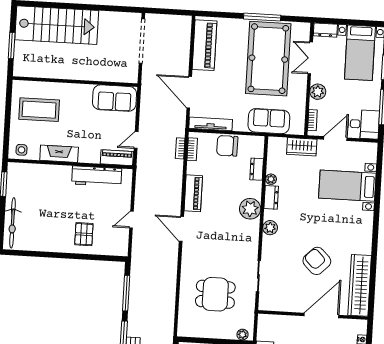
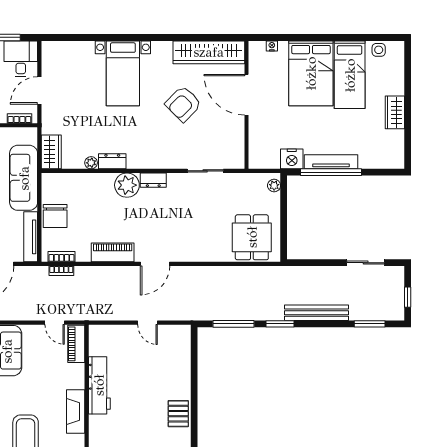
sofa: (269, 121) -> (24, 178), width x1.36
door: (335, 139) -> (39, 90), hinge flipped
wardrobe: (302, 147) -> (51, 152), moved
dresser: (257, 169) -> (153, 180), moved
workbench: (97, 176) -> (99, 385), moved
bed with nightstands: (347, 186) -> (123, 73), moved
plant: (270, 228) -> (148, 161), removed
pallet: (84, 234) -> (178, 414), moved, turned 90
dining table: (215, 294) -> (252, 237), moved

